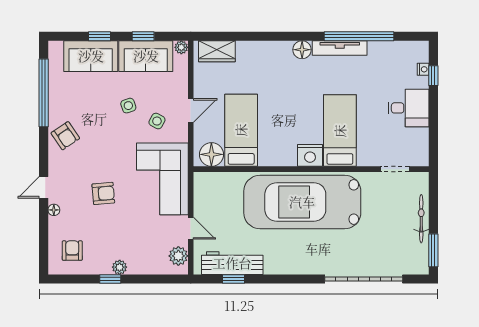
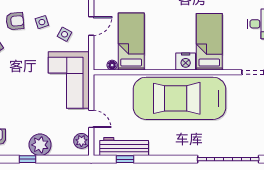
floor lamp: (211, 154) -> (112, 65), width x0.53, depth x0.53
armchair: (103, 193) -> (15, 21), moved
plant: (120, 267) -> (40, 145), width x1.88, depth x1.88

